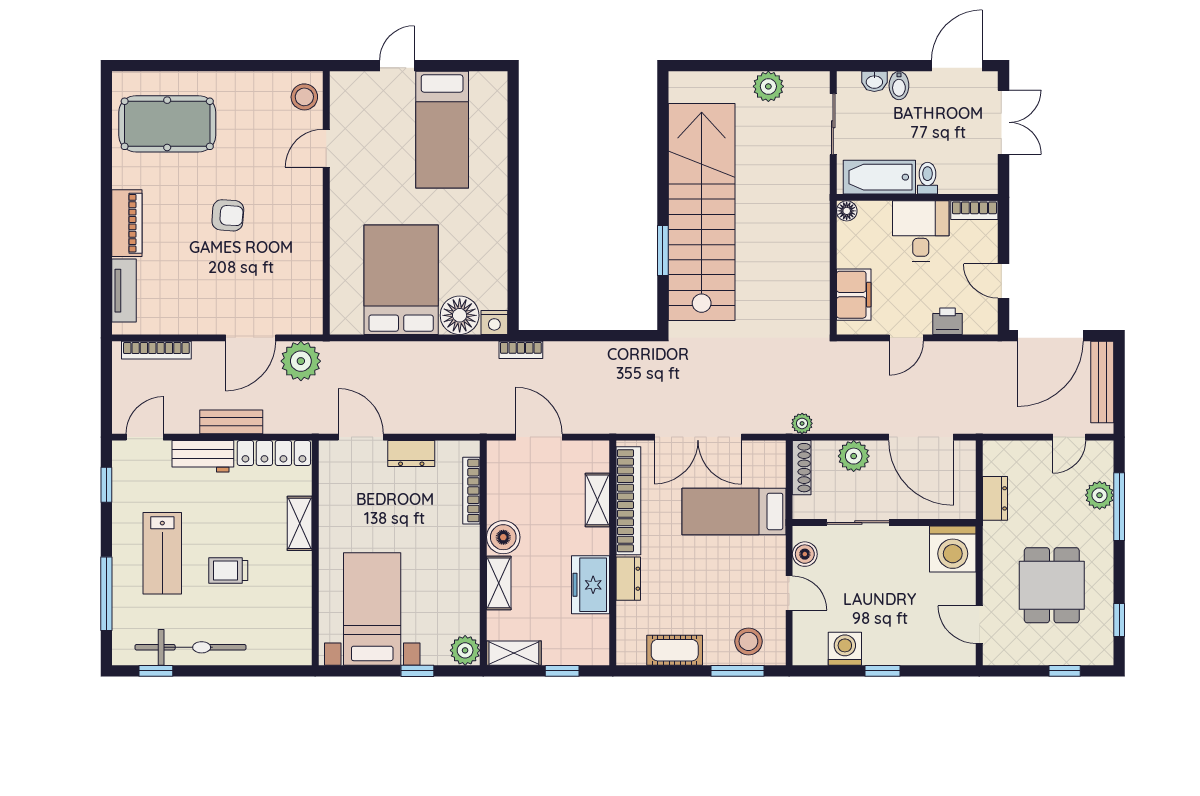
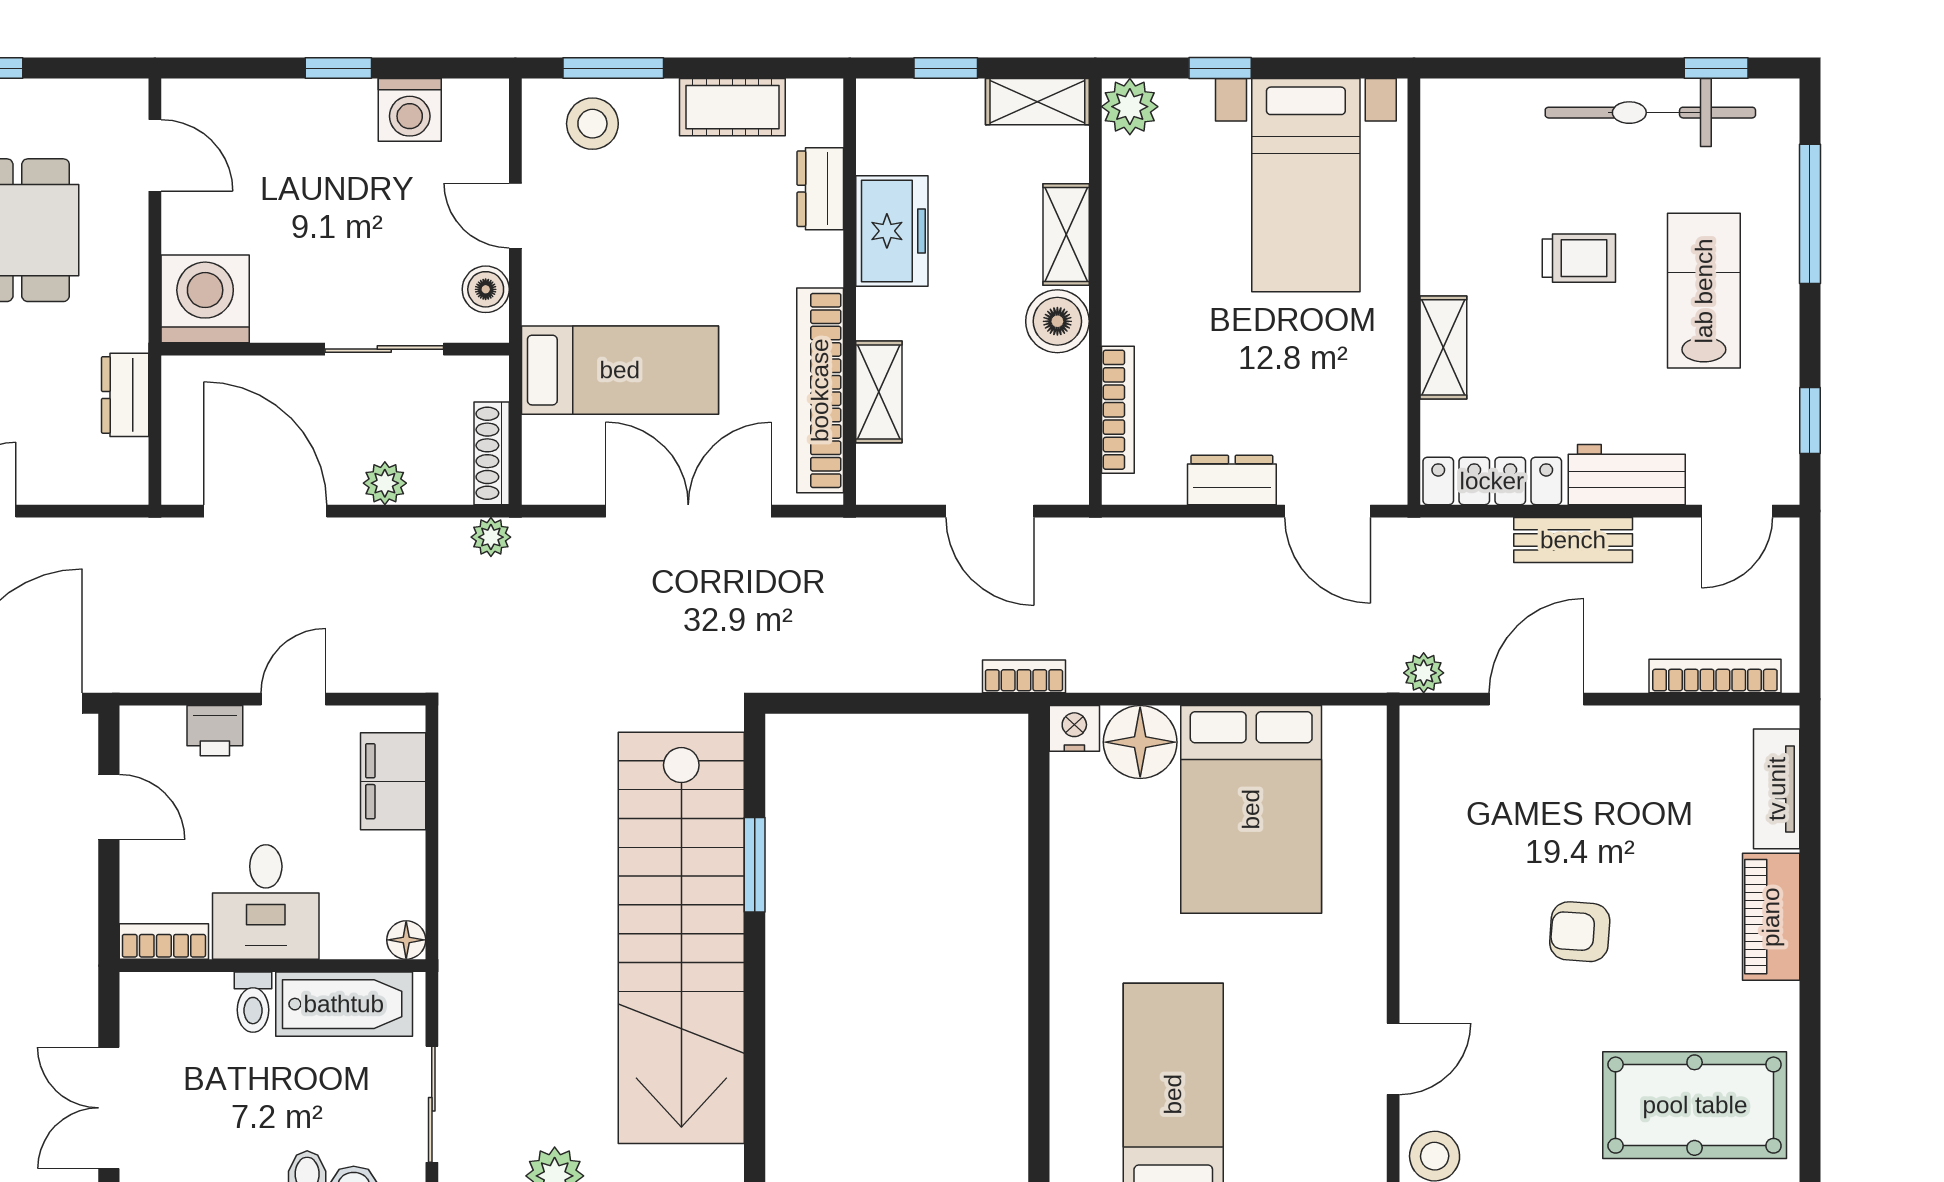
plant: (301, 361) -> (1424, 673), width x0.53, depth x0.53
plant: (854, 456) -> (385, 483), width x0.73, depth x0.73
dresser: (628, 579) -> (820, 189), moved

